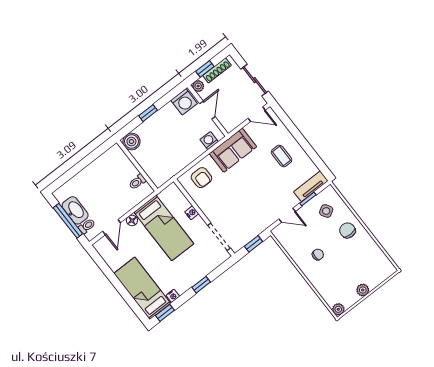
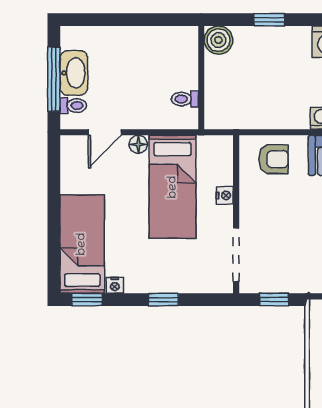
armchair: (201, 178) -> (274, 159), turned -90

